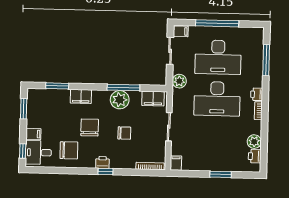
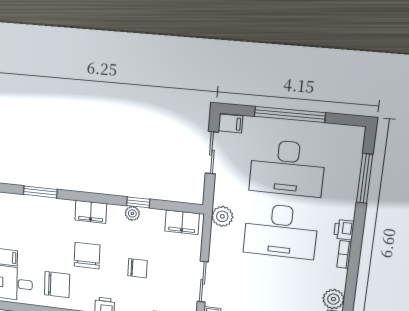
plant: (179, 81) -> (222, 216), moved
window: (123, 88) -> (138, 202), width x0.46
filing cabinet: (81, 96) -> (91, 212), moved
plant: (120, 100) -> (132, 213), width x0.53, depth x0.53
sliding door: (169, 127) -> (203, 282), moved

